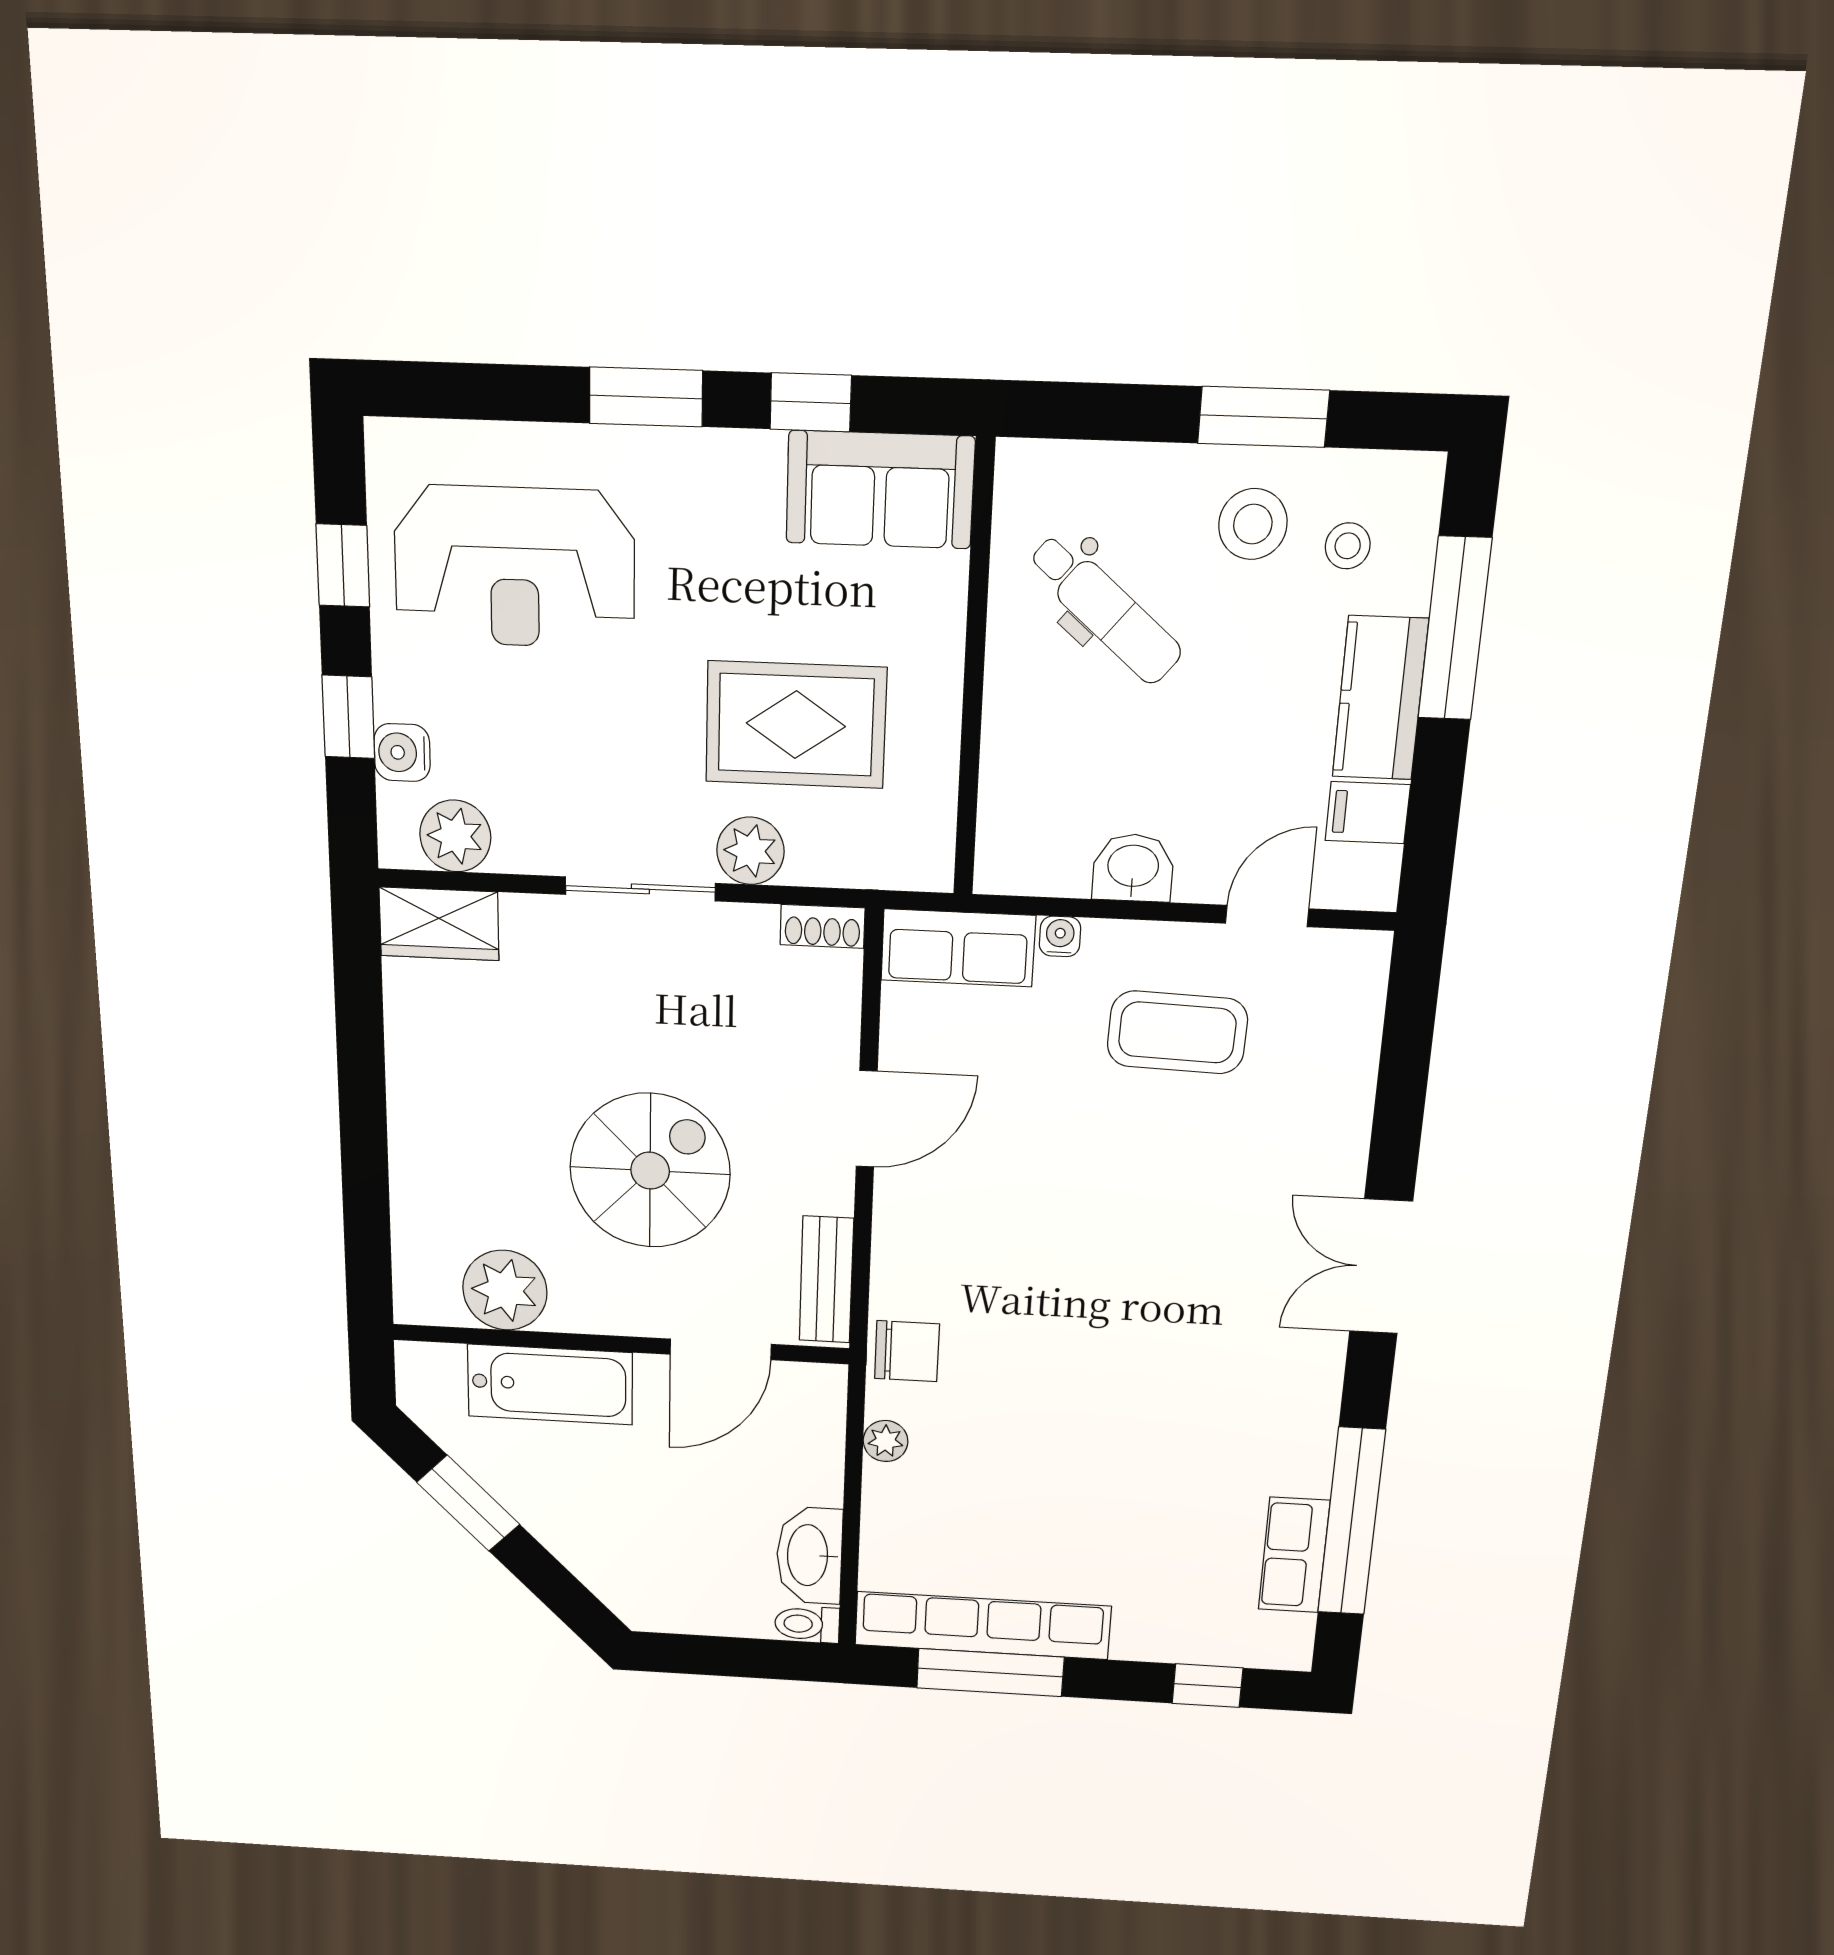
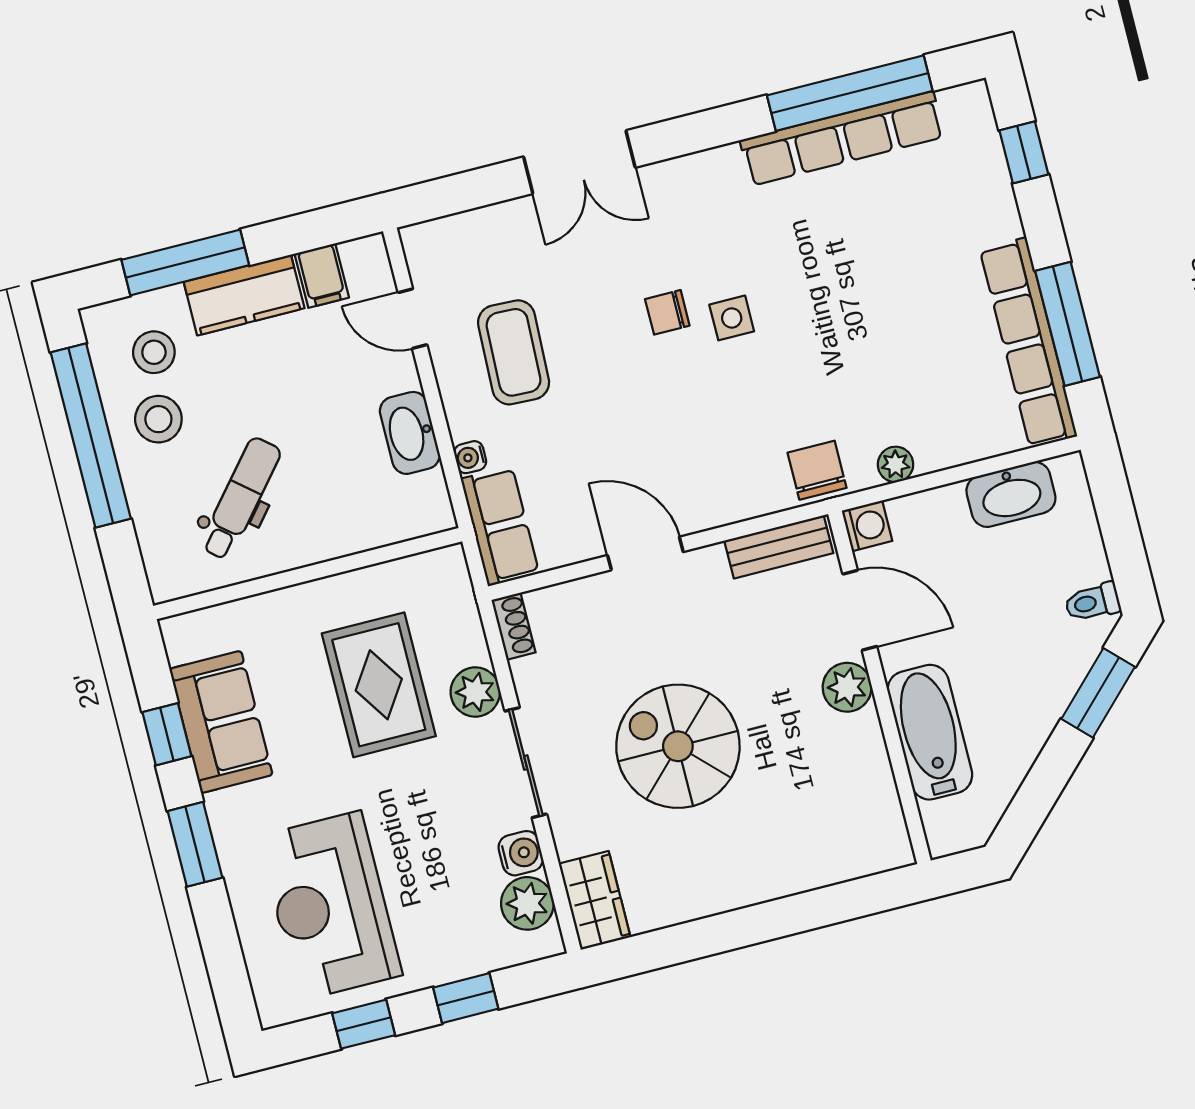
window: (1263, 417) -> (91, 436), width x2.11
sofa: (880, 490) -> (221, 722), moved
stool: (1348, 546) -> (154, 352), width x1.37, depth x1.37
reception desk: (514, 567) -> (330, 906), turned 180
water cooler: (402, 753) -> (521, 853), moved, turned -90
washbasin: (1133, 868) -> (410, 433), width x1.38
spiral stairs: (650, 1171) -> (678, 746), moved
chair: (1162, 1235) -> (667, 312), added
double door: (1381, 1267) -> (579, 162), moved
plant: (505, 1290) -> (847, 687), moved, width x0.73, depth x0.73
side table: (1128, 1309) -> (732, 318), added
washing machine: (821, 1388) -> (867, 526), added
window: (468, 1503) -> (1098, 693), moved
row of seats: (1294, 1555) -> (842, 138), width x2.02
toilet: (807, 1624) -> (1093, 602), moved, turned 90

